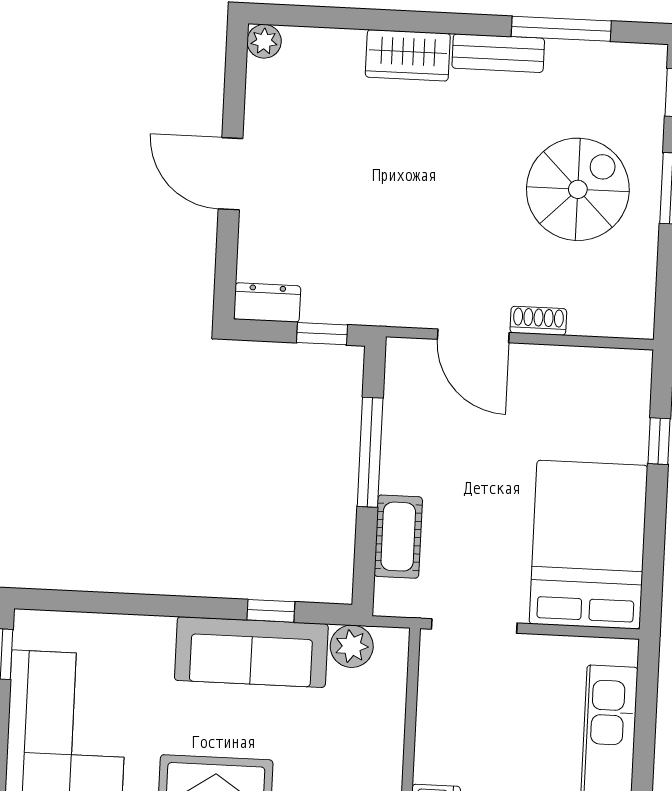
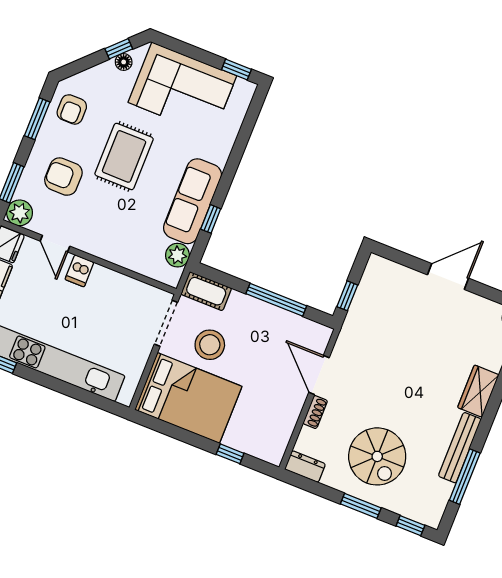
bench: (498, 53) -> (460, 448), width x1.36
dresser: (267, 303) -> (305, 467), moved, turned -90
door: (473, 336) -> (319, 375), hinge flipped
cot: (398, 537) -> (206, 291), moved
stool: (485, 539) -> (210, 345), added

